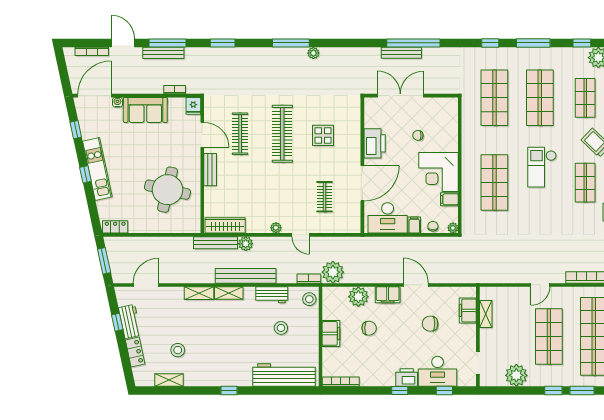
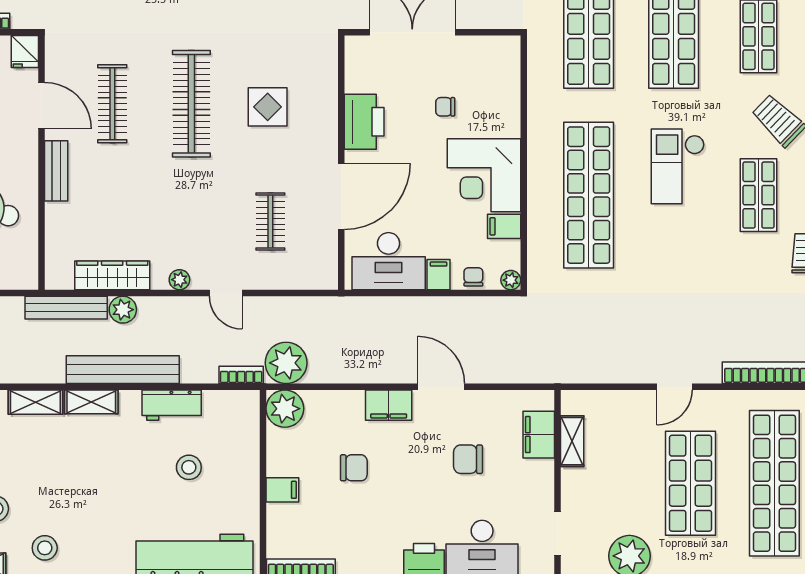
shop shelf: (494, 183) -> (589, 195), width x1.40
wardrobe: (225, 225) -> (112, 275), moved
plant: (358, 297) -> (285, 409), moved
stool: (309, 299) -> (45, 548), moved
filing cabinet: (331, 333) -> (282, 490), width x0.50

